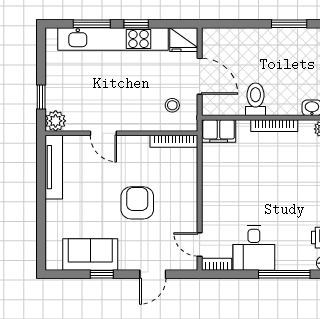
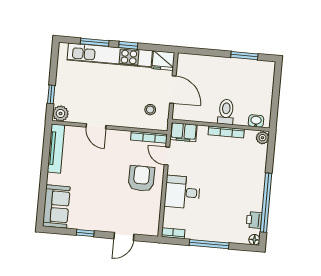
toilet: (255, 99) -> (226, 112), moved
armchair: (137, 203) -> (141, 178), moved
door: (200, 244) -> (167, 156), moved
desk: (254, 248) -> (182, 192), moved, turned 90
sofa: (90, 254) -> (56, 206), moved, turned 90
window: (284, 274) -> (209, 244), moved

